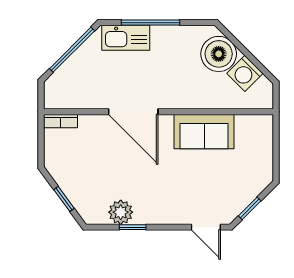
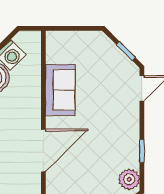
plant: (121, 212) -> (129, 179), moved

